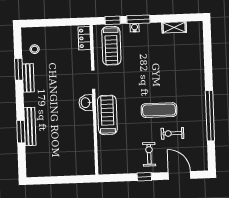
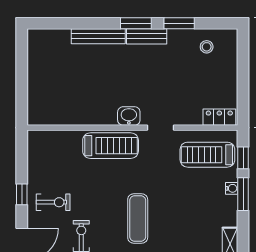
bench: (28, 78) -> (147, 36), moved
exercise mat: (159, 110) -> (138, 219), moved
window: (21, 132) -> (136, 23), moved

